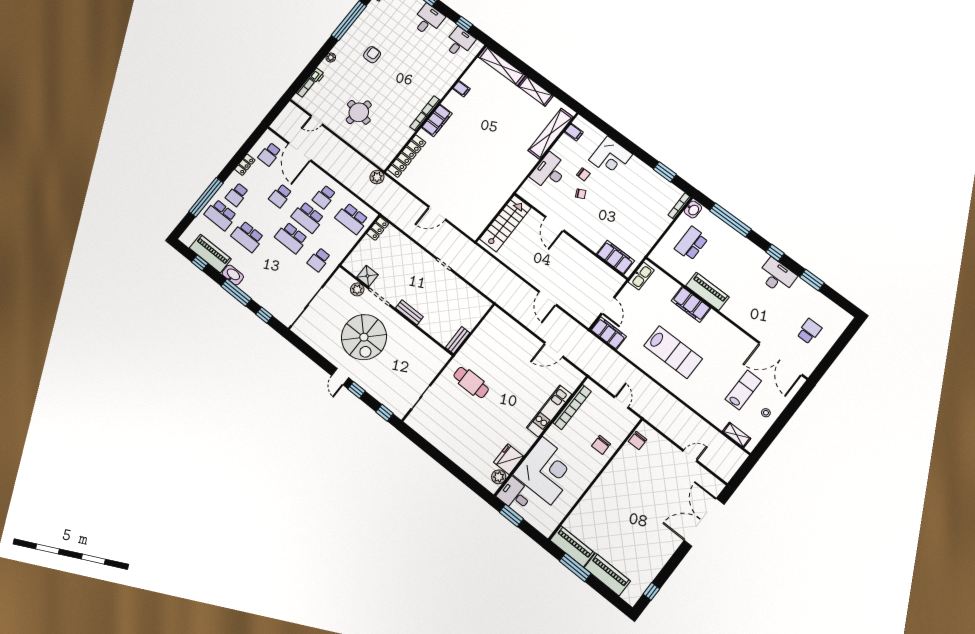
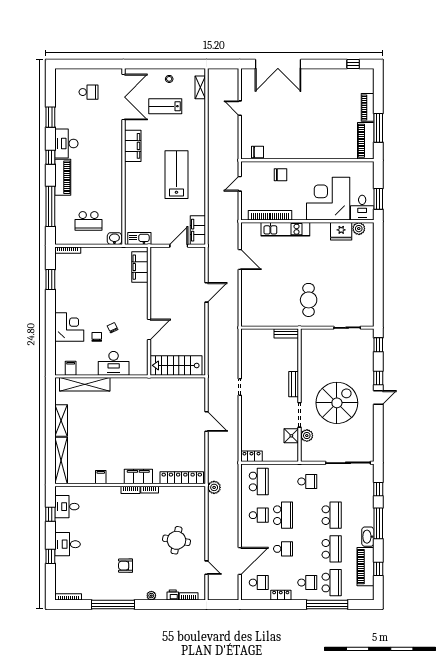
washbasin: (693, 209) -> (114, 239), moved
school desk: (291, 238) -> (332, 515), moved
piano: (707, 291) -> (63, 177), moved, turned 180
filing cabinet: (691, 304) -> (133, 146), moved
school desk: (809, 331) -> (89, 92), turned 180
piano: (607, 574) -> (368, 107), width x0.73, depth x0.75

